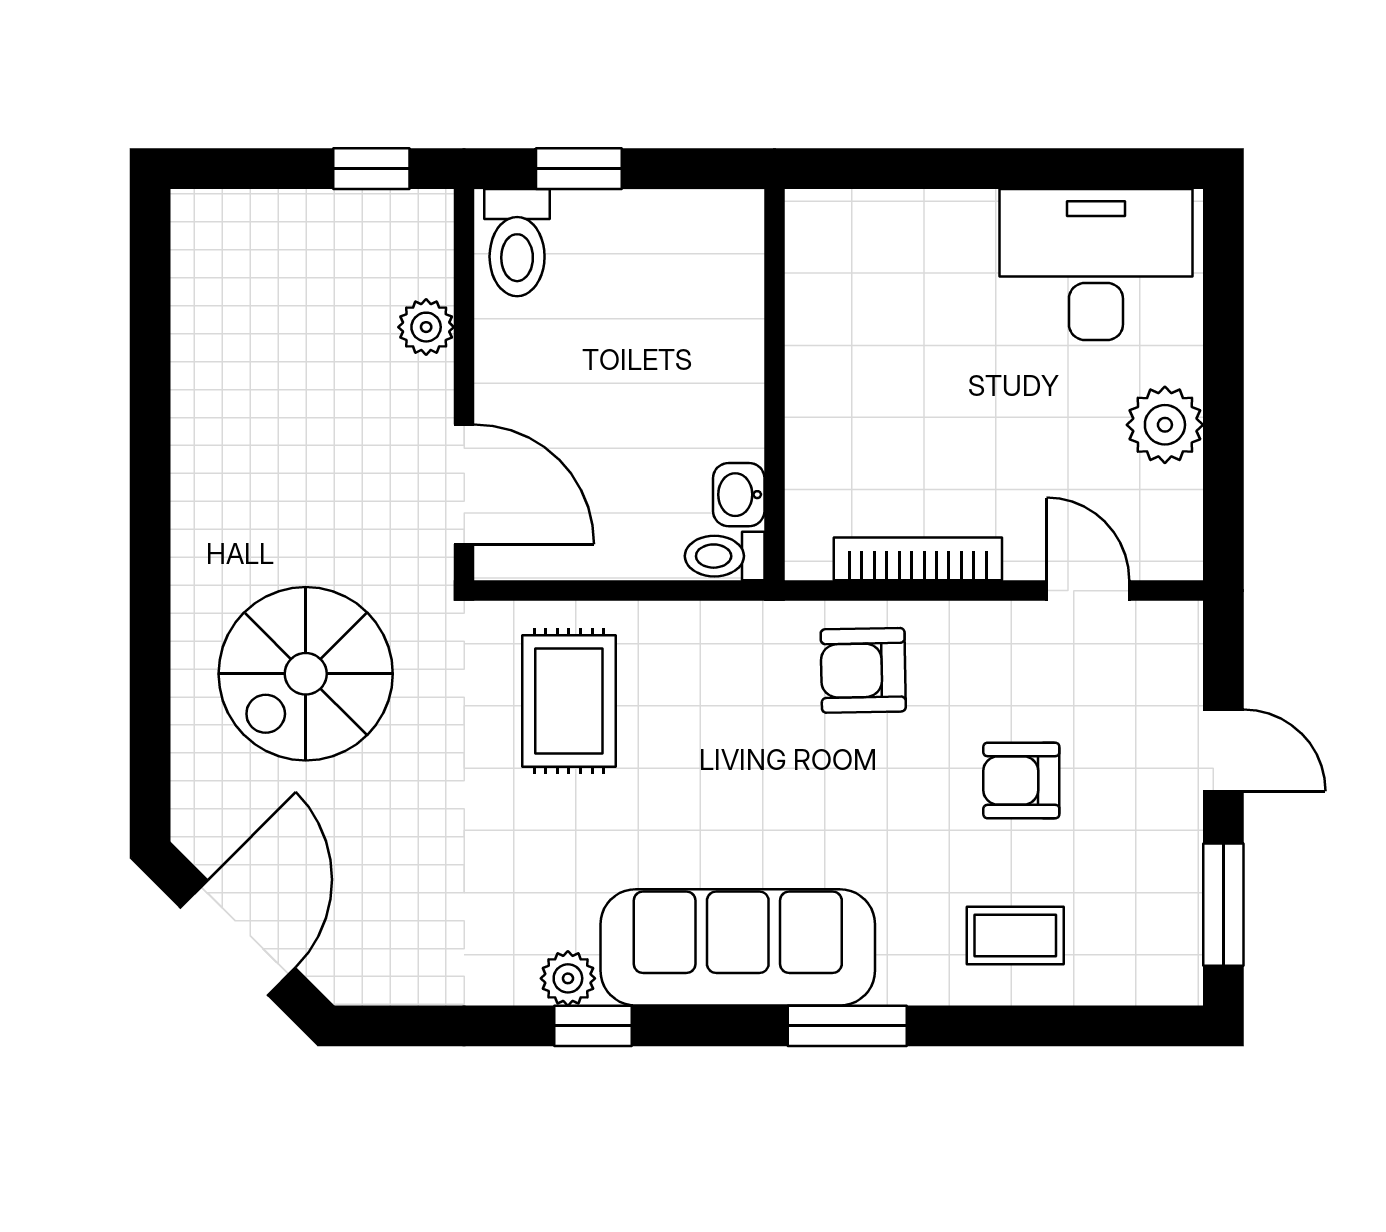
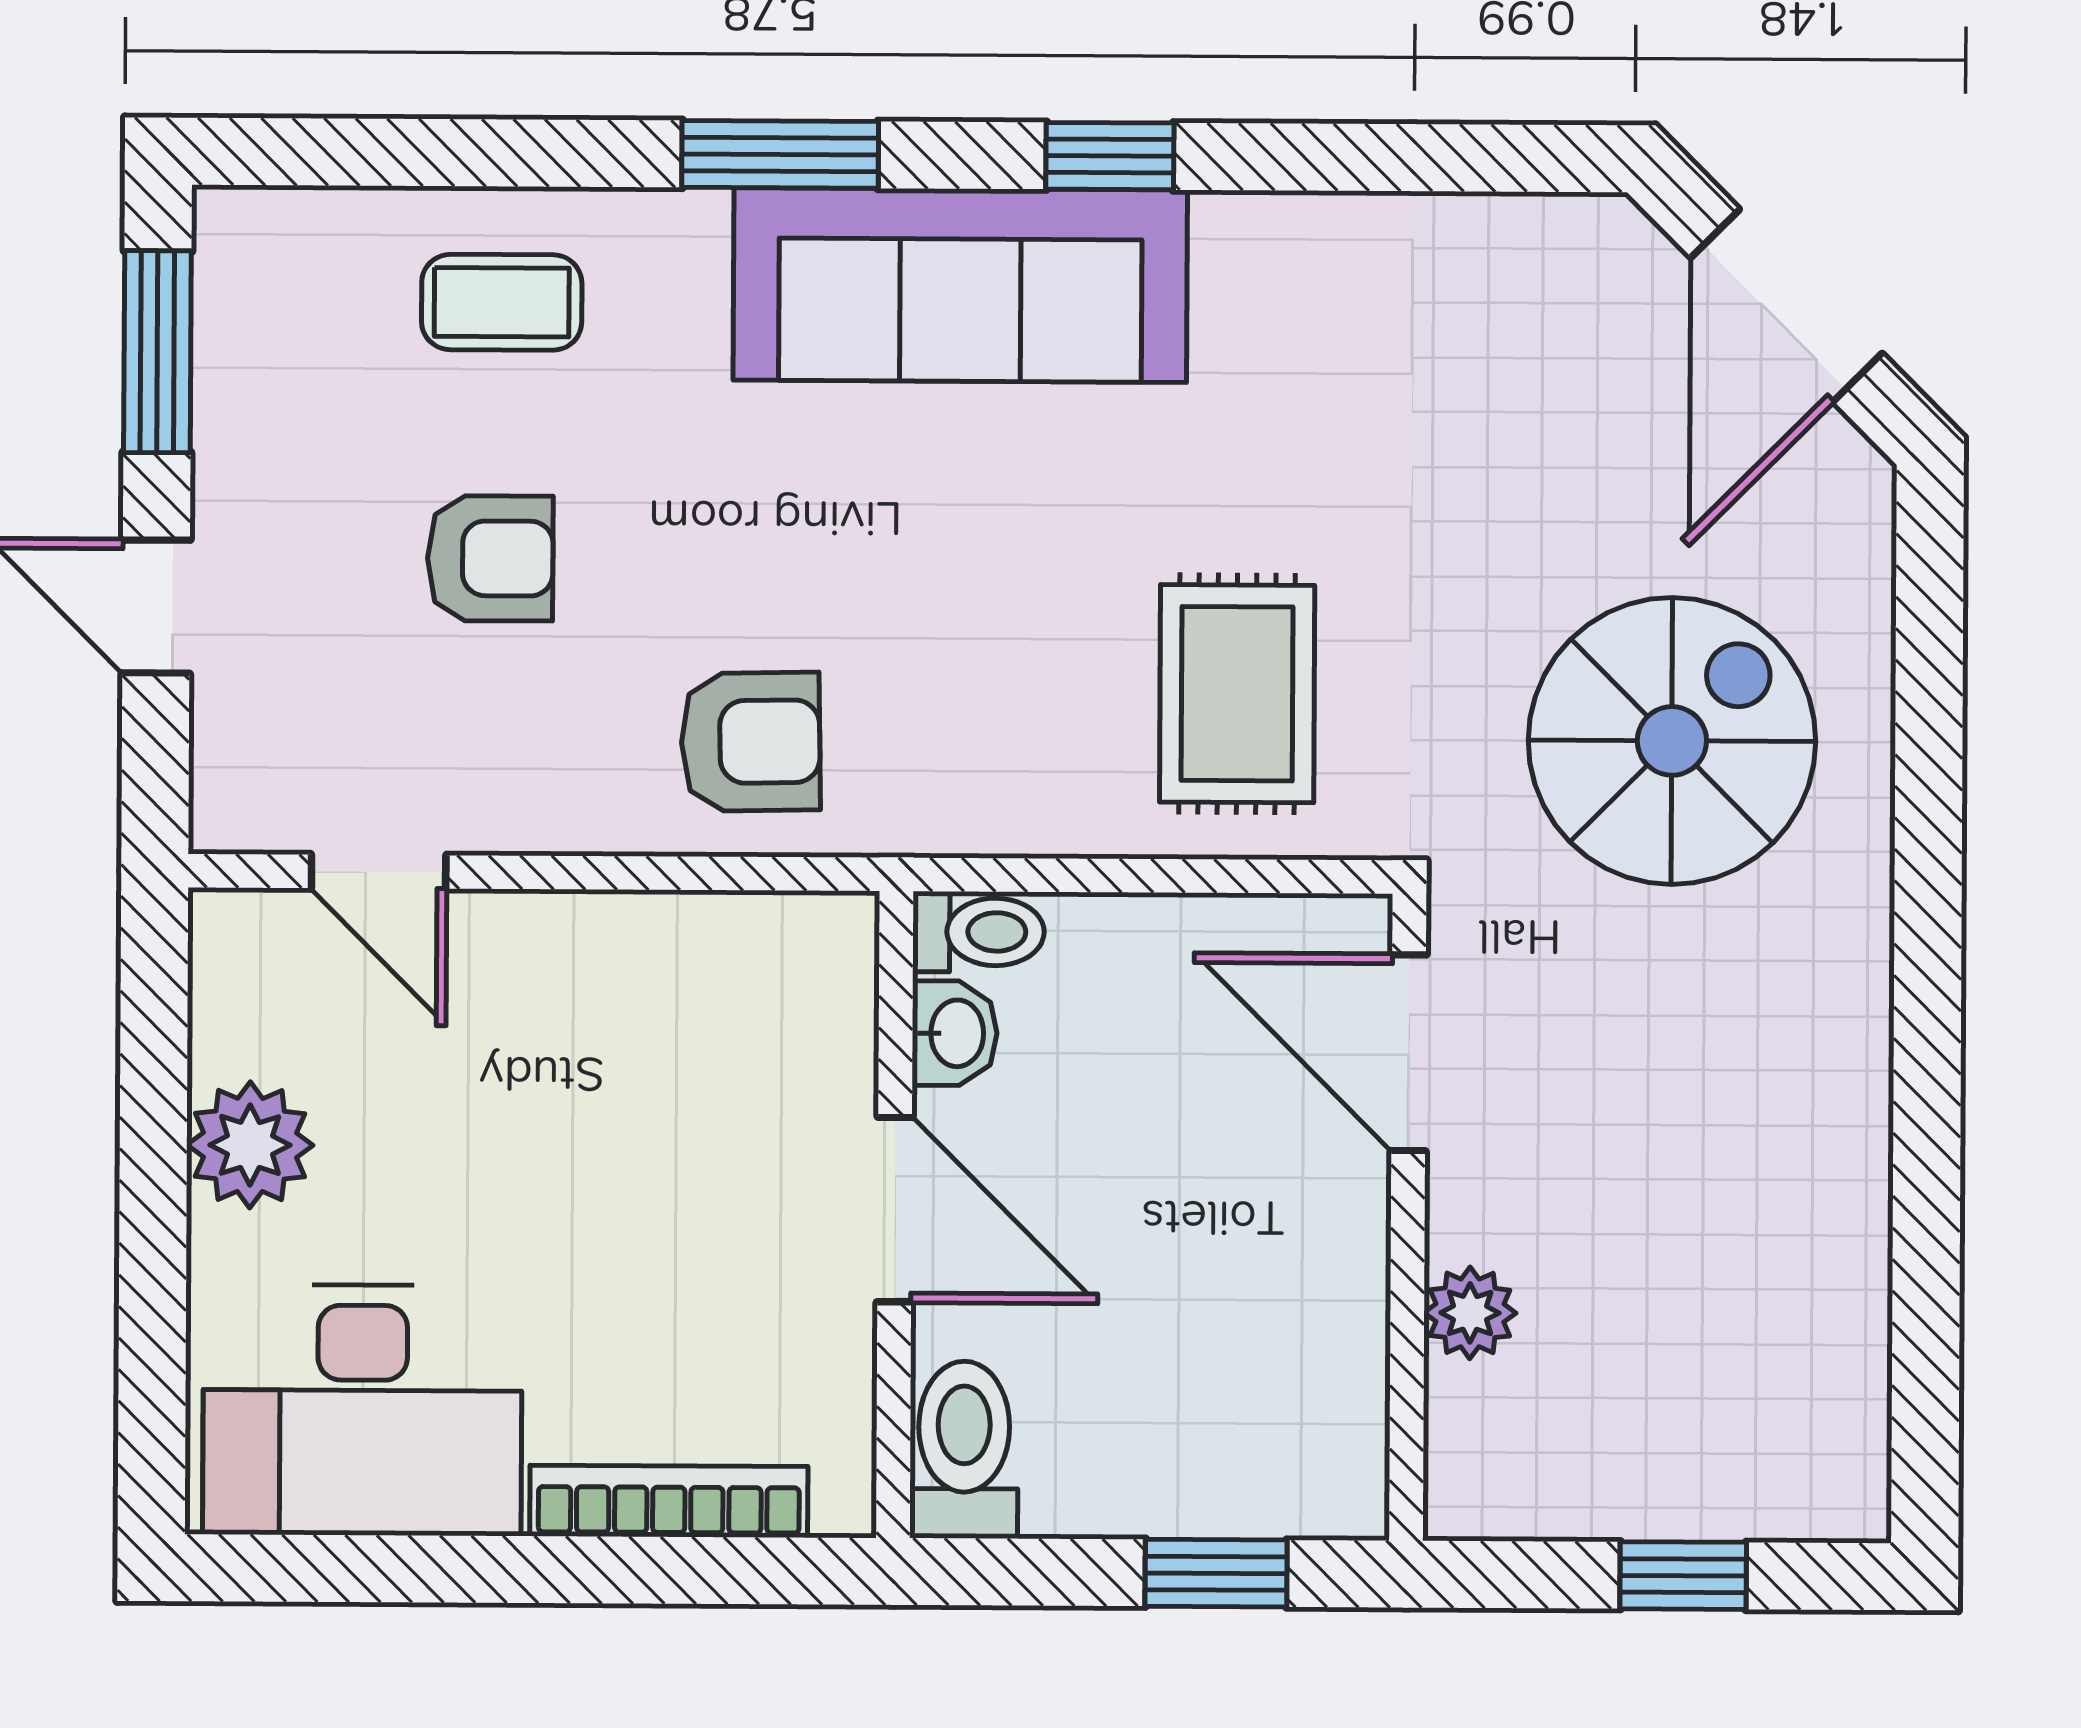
window: (371, 169) -> (1683, 1576), moved
toilet: (517, 243) -> (964, 1450), moved
door: (775, 388) -> (895, 1210), added
bookcase: (918, 559) -> (669, 1501), moved, turned 180
plant: (568, 978) -> (1241, 235), removed
window: (593, 1026) -> (1110, 156), moved

